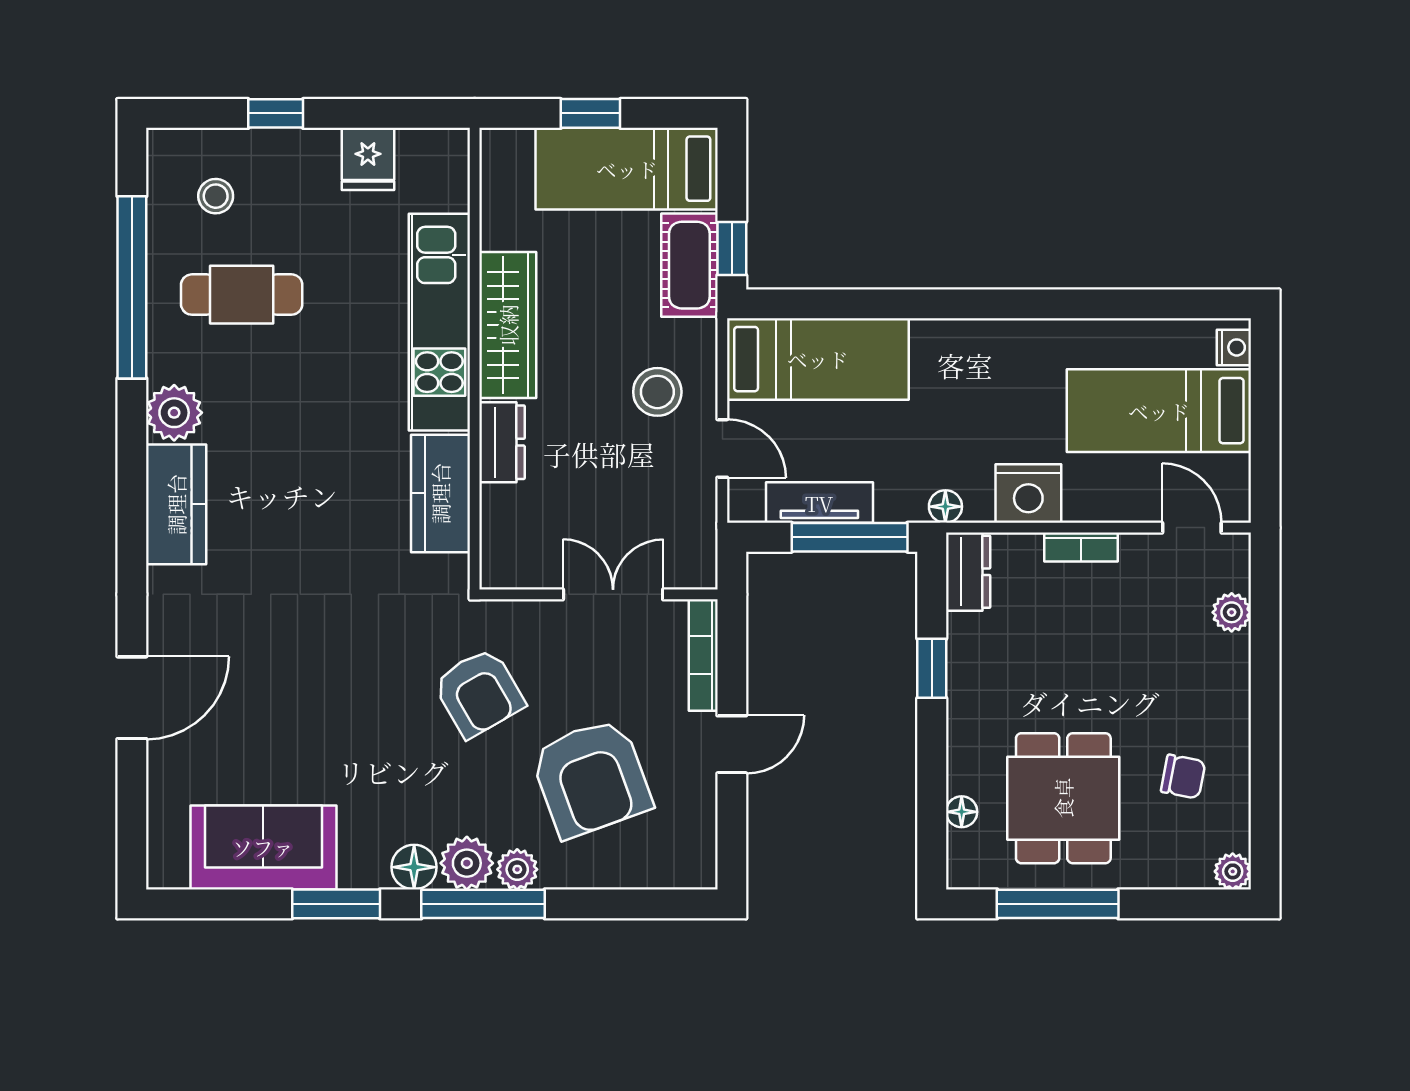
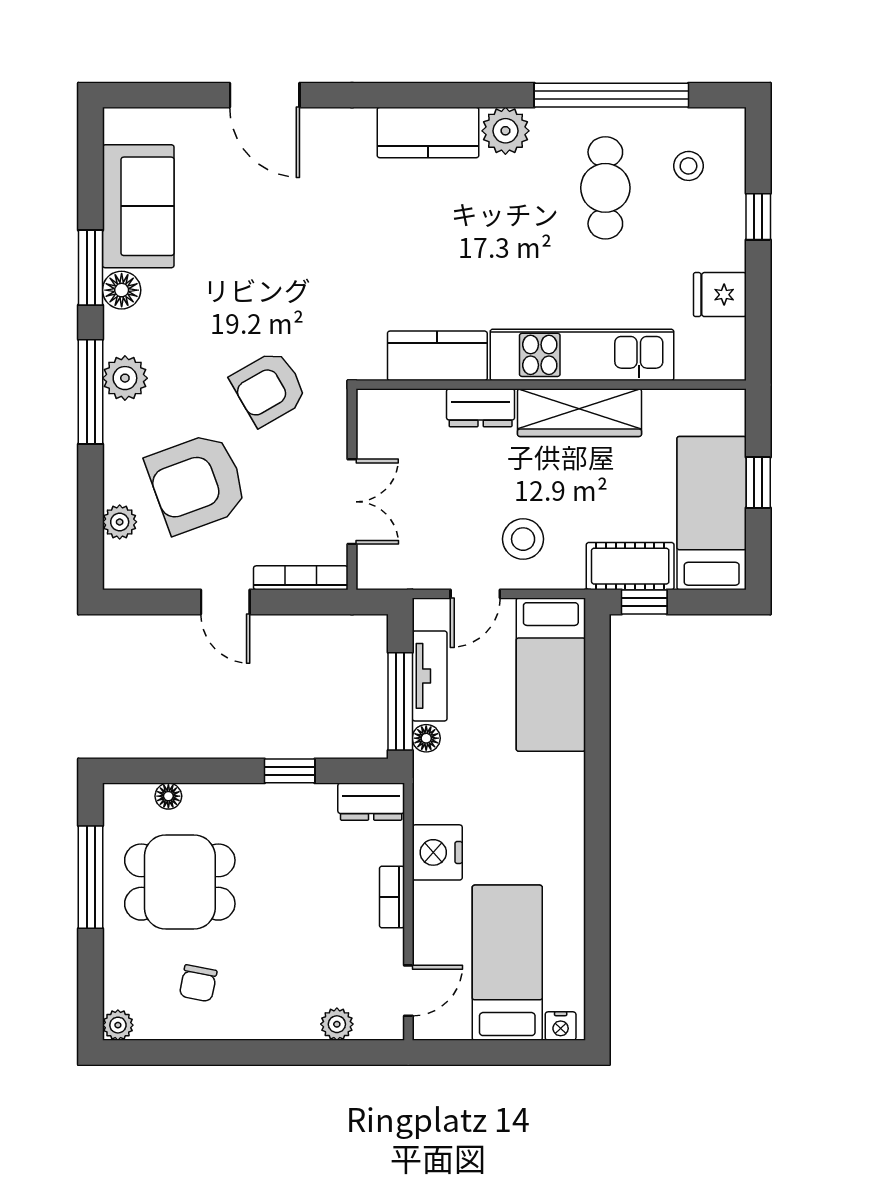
floor lamp: (945, 507) -> (426, 738), moved
floor lamp: (414, 867) -> (122, 290), moved
plant: (517, 869) -> (120, 522), moved

